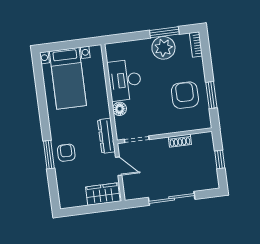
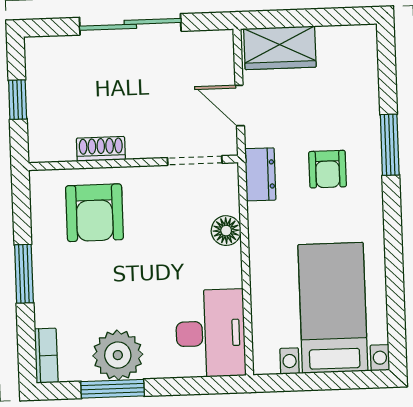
desk: (125, 80) -> (211, 333), moved
armchair: (185, 95) -> (94, 213), moved
window: (211, 95) -> (24, 274), moved
dresser: (106, 136) -> (260, 174), width x0.70
armchair: (66, 153) -> (328, 169), moved

